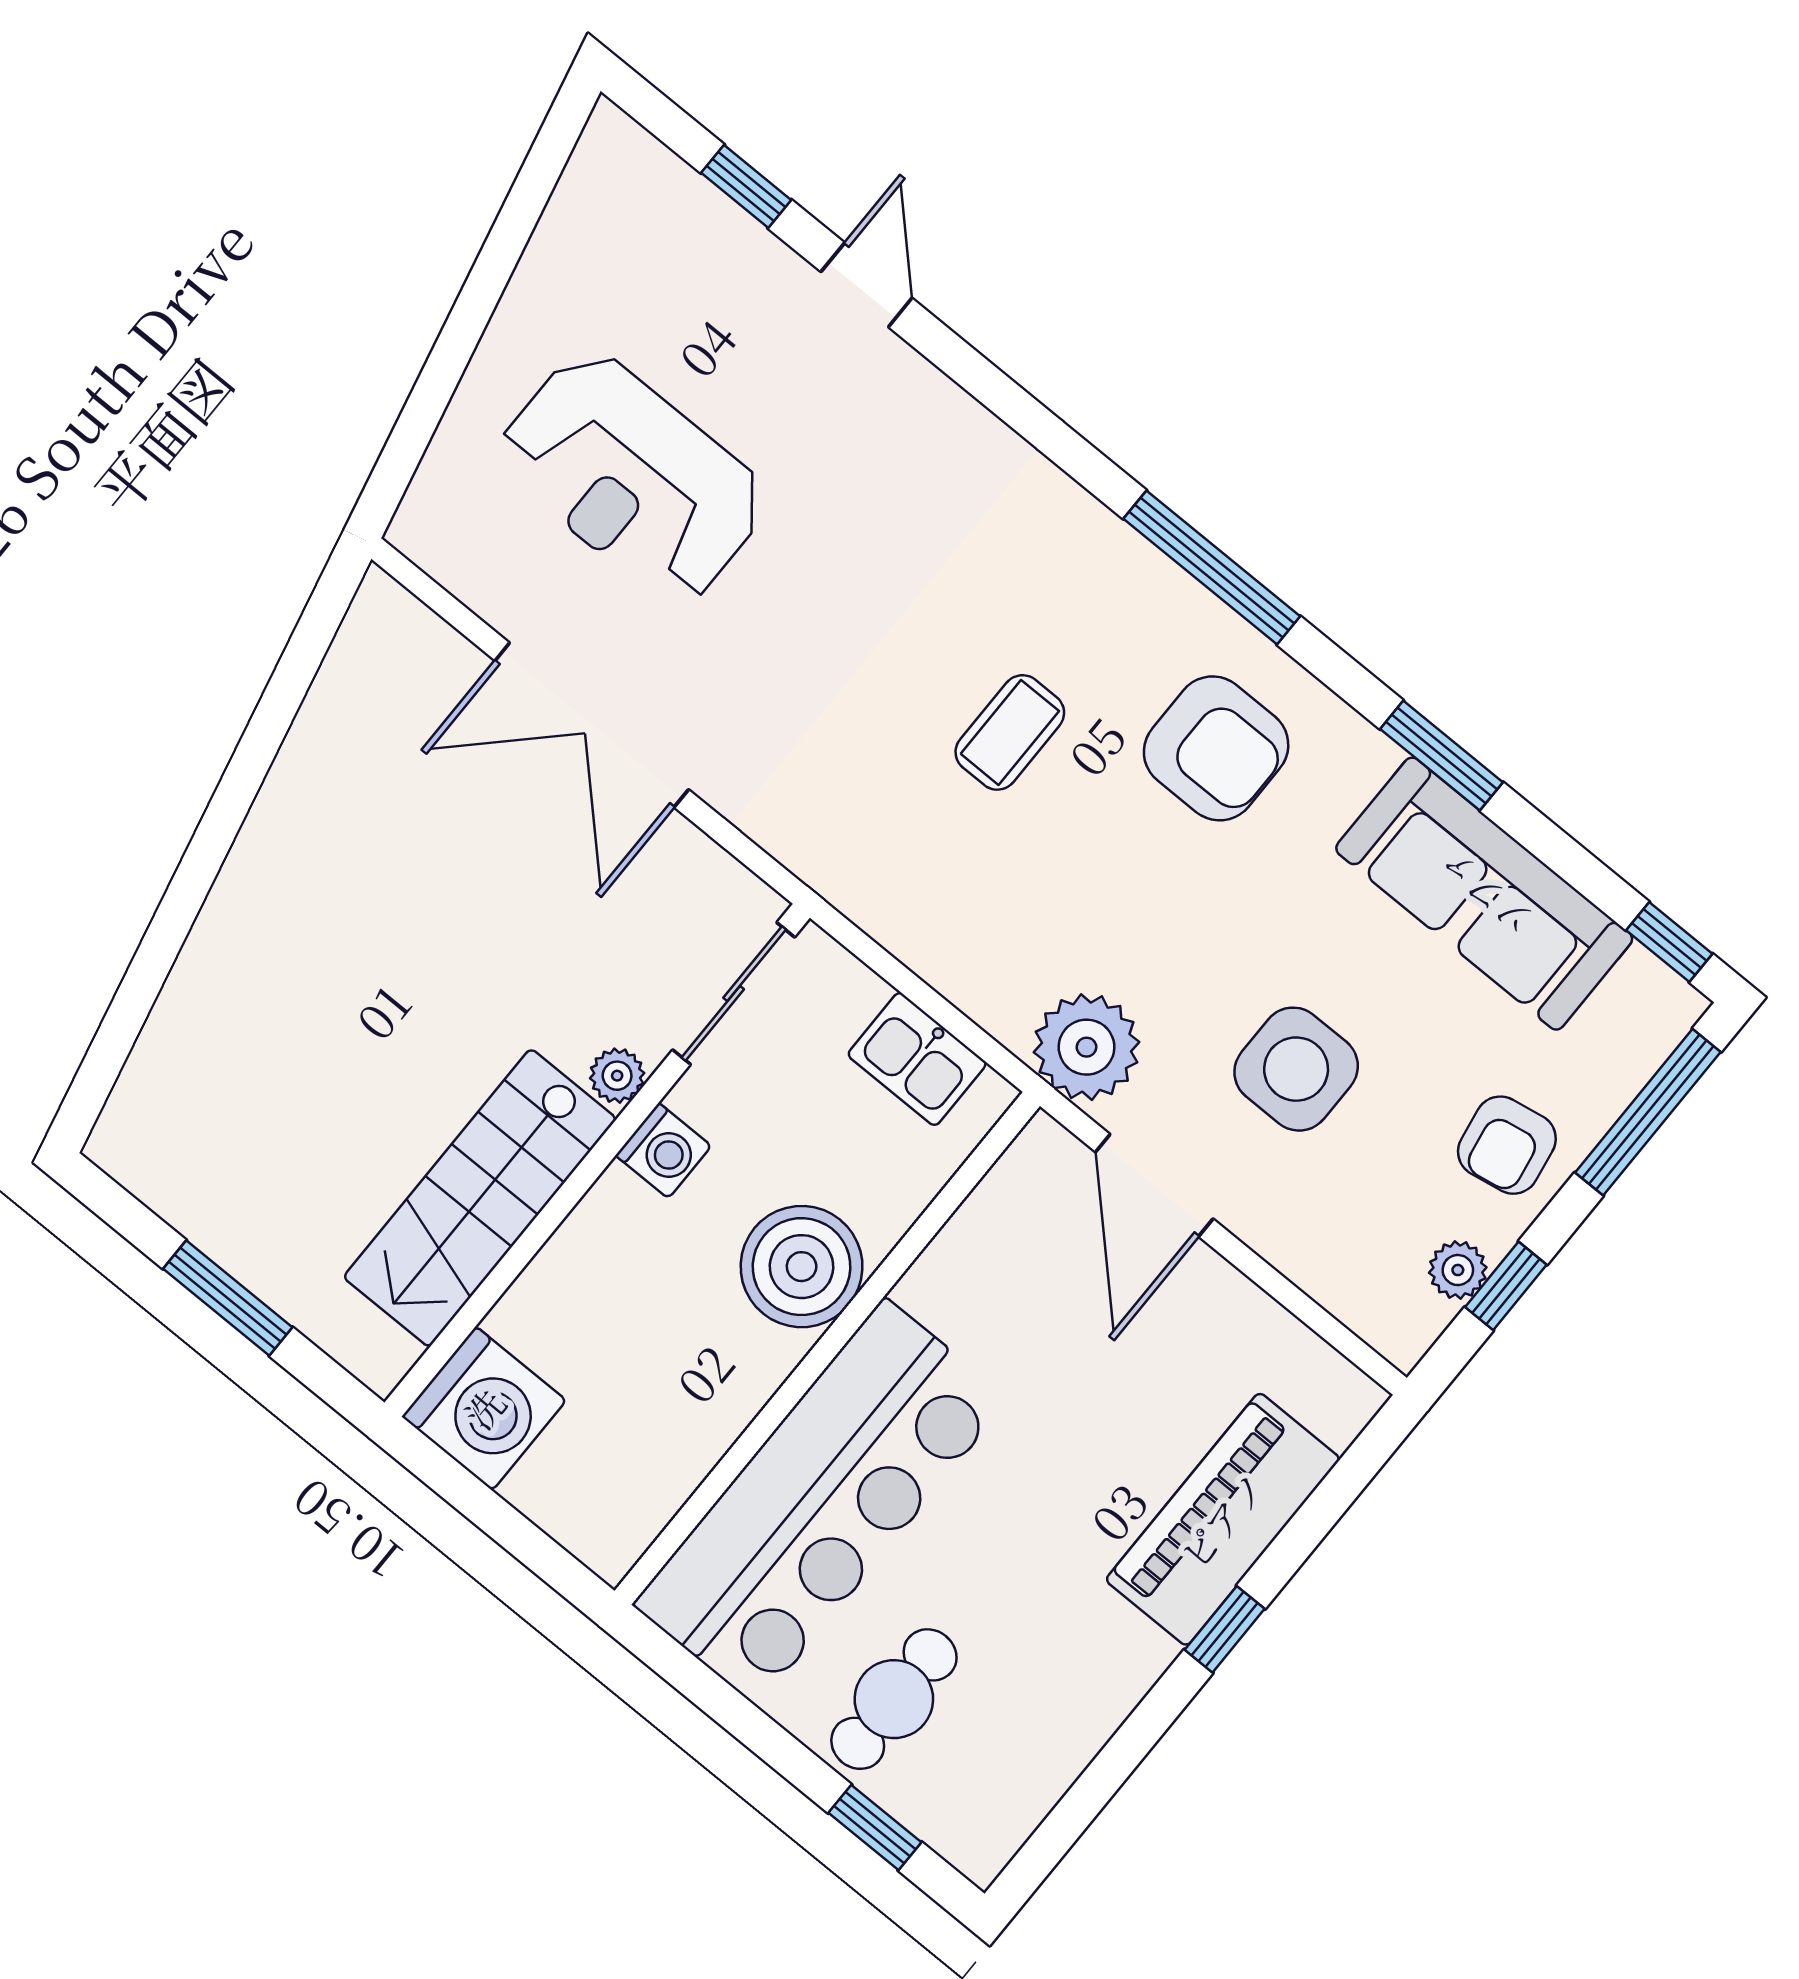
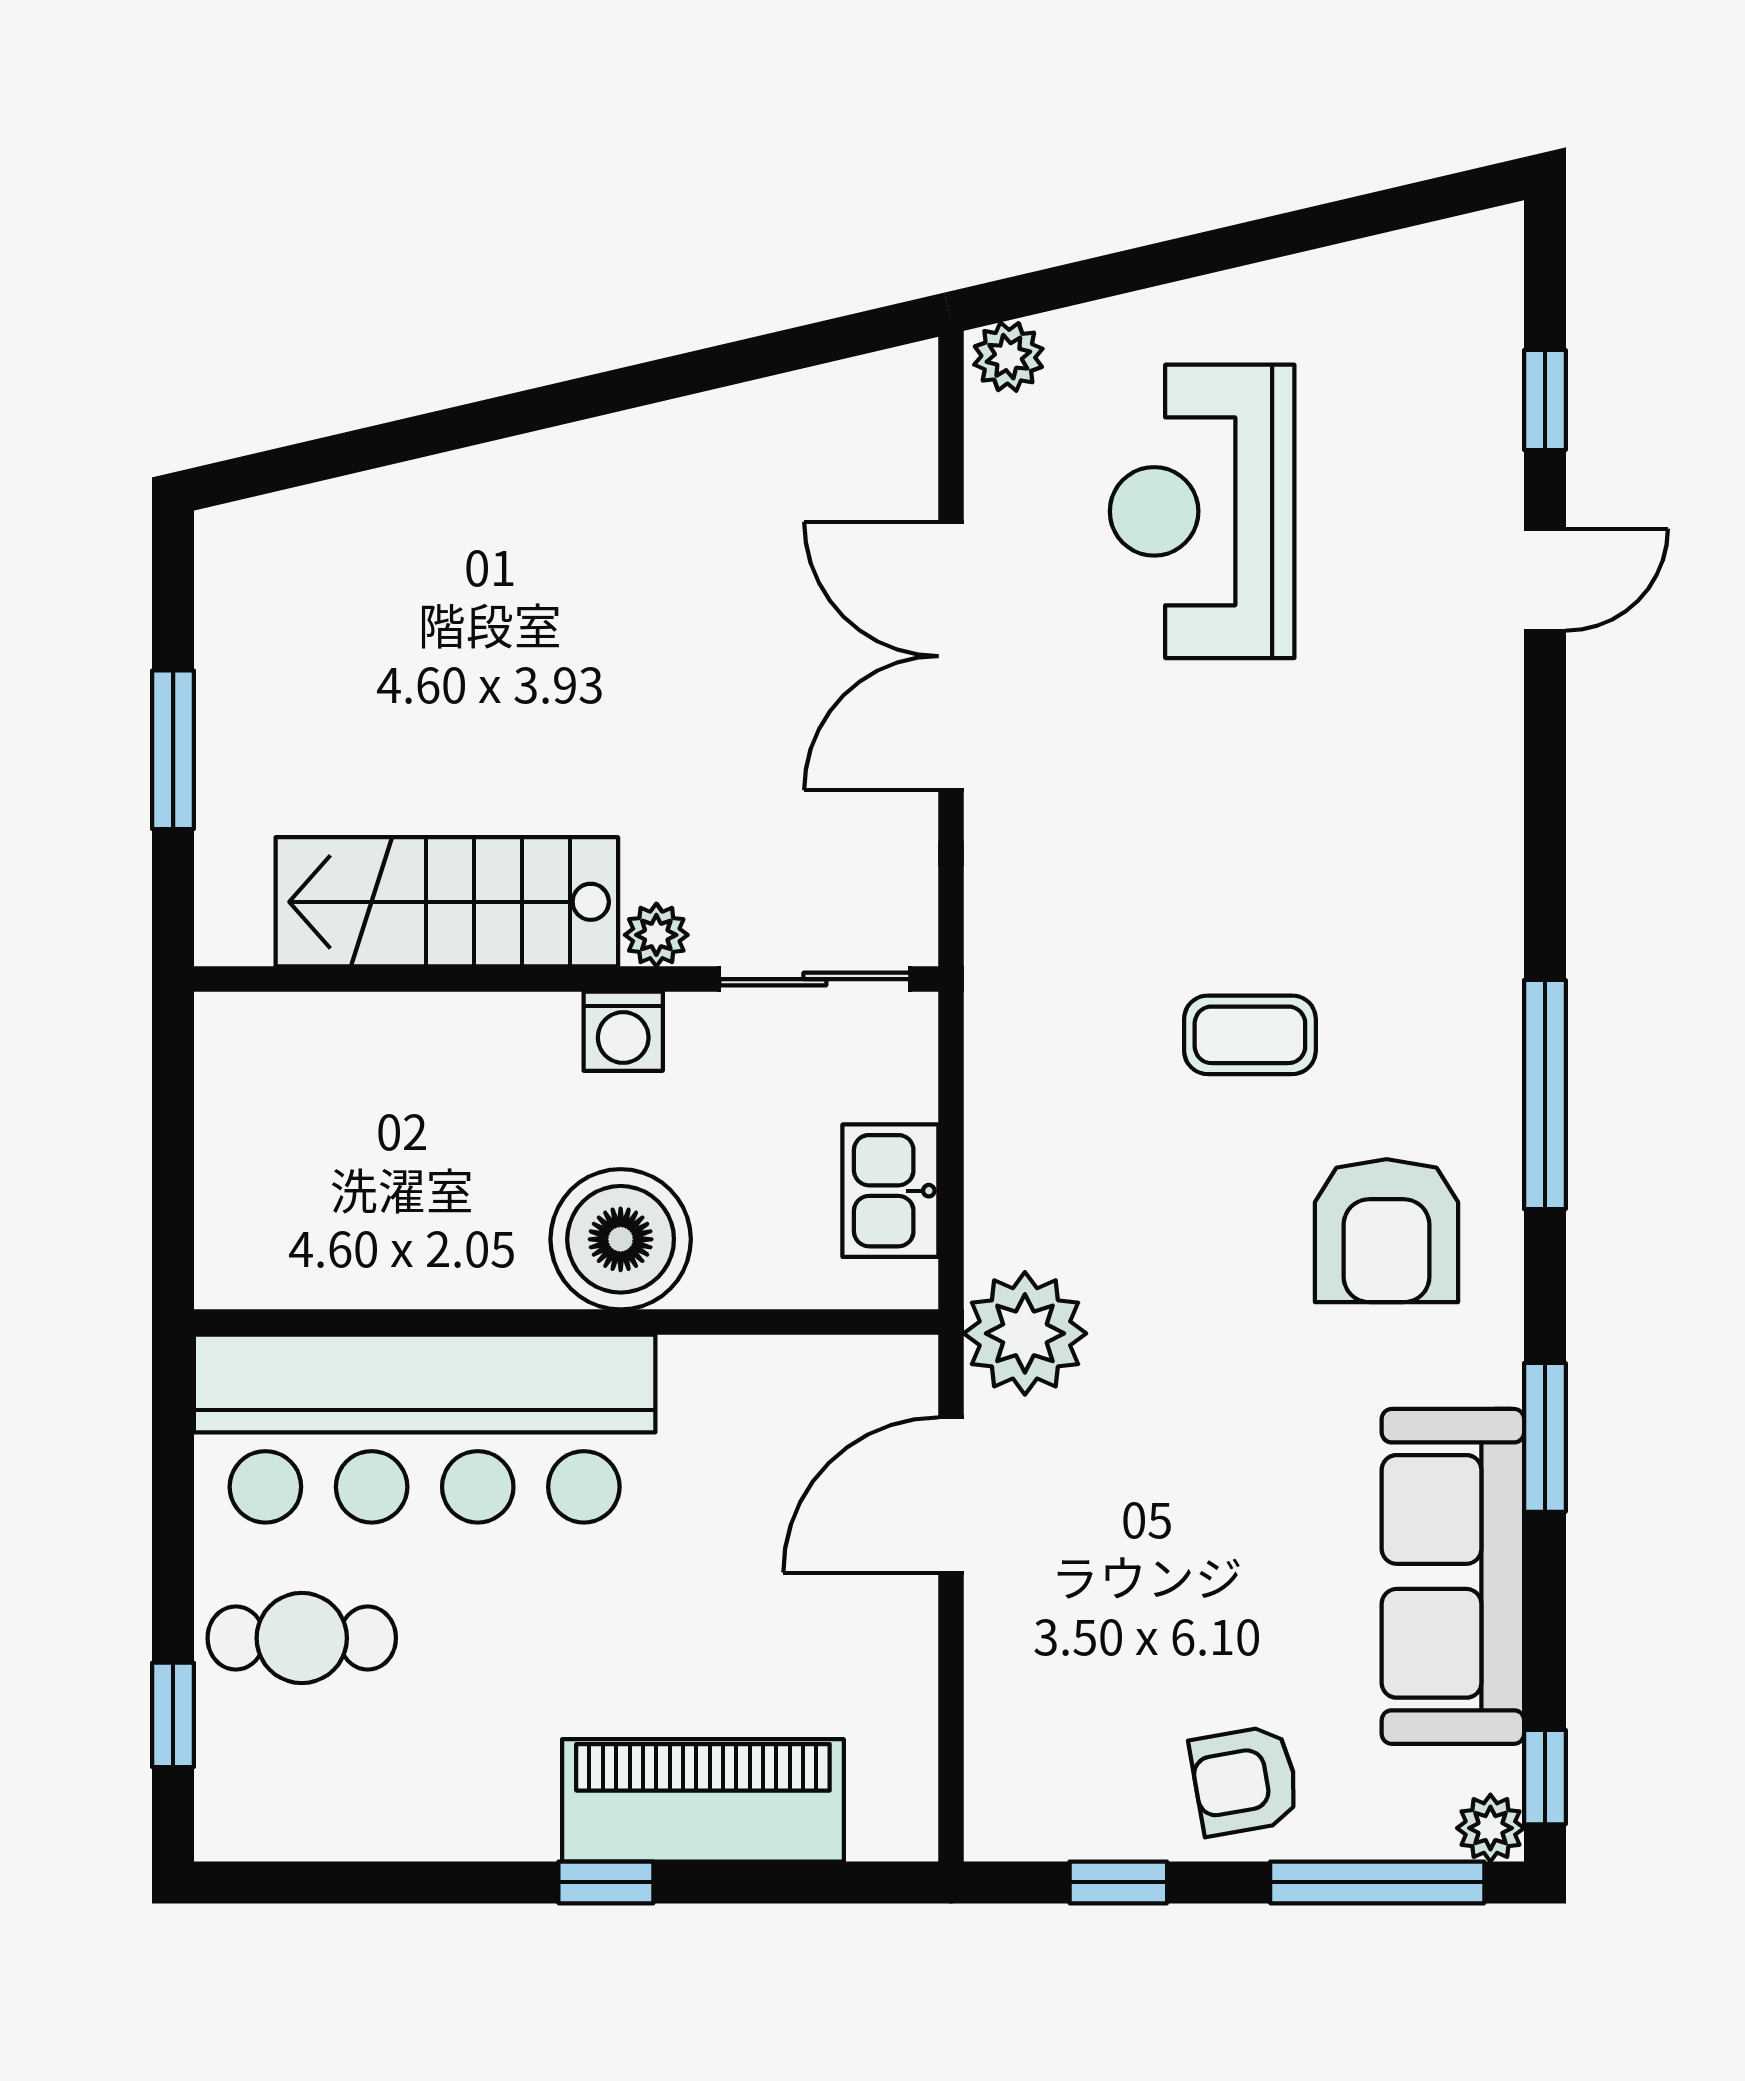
plant: (423, 522) -> (1008, 357), added
side table: (1296, 1069) -> (1159, 1537), removed
plant: (1458, 1270) -> (1490, 1828), moved
washing machine: (484, 1408) -> (262, 1059), removed

